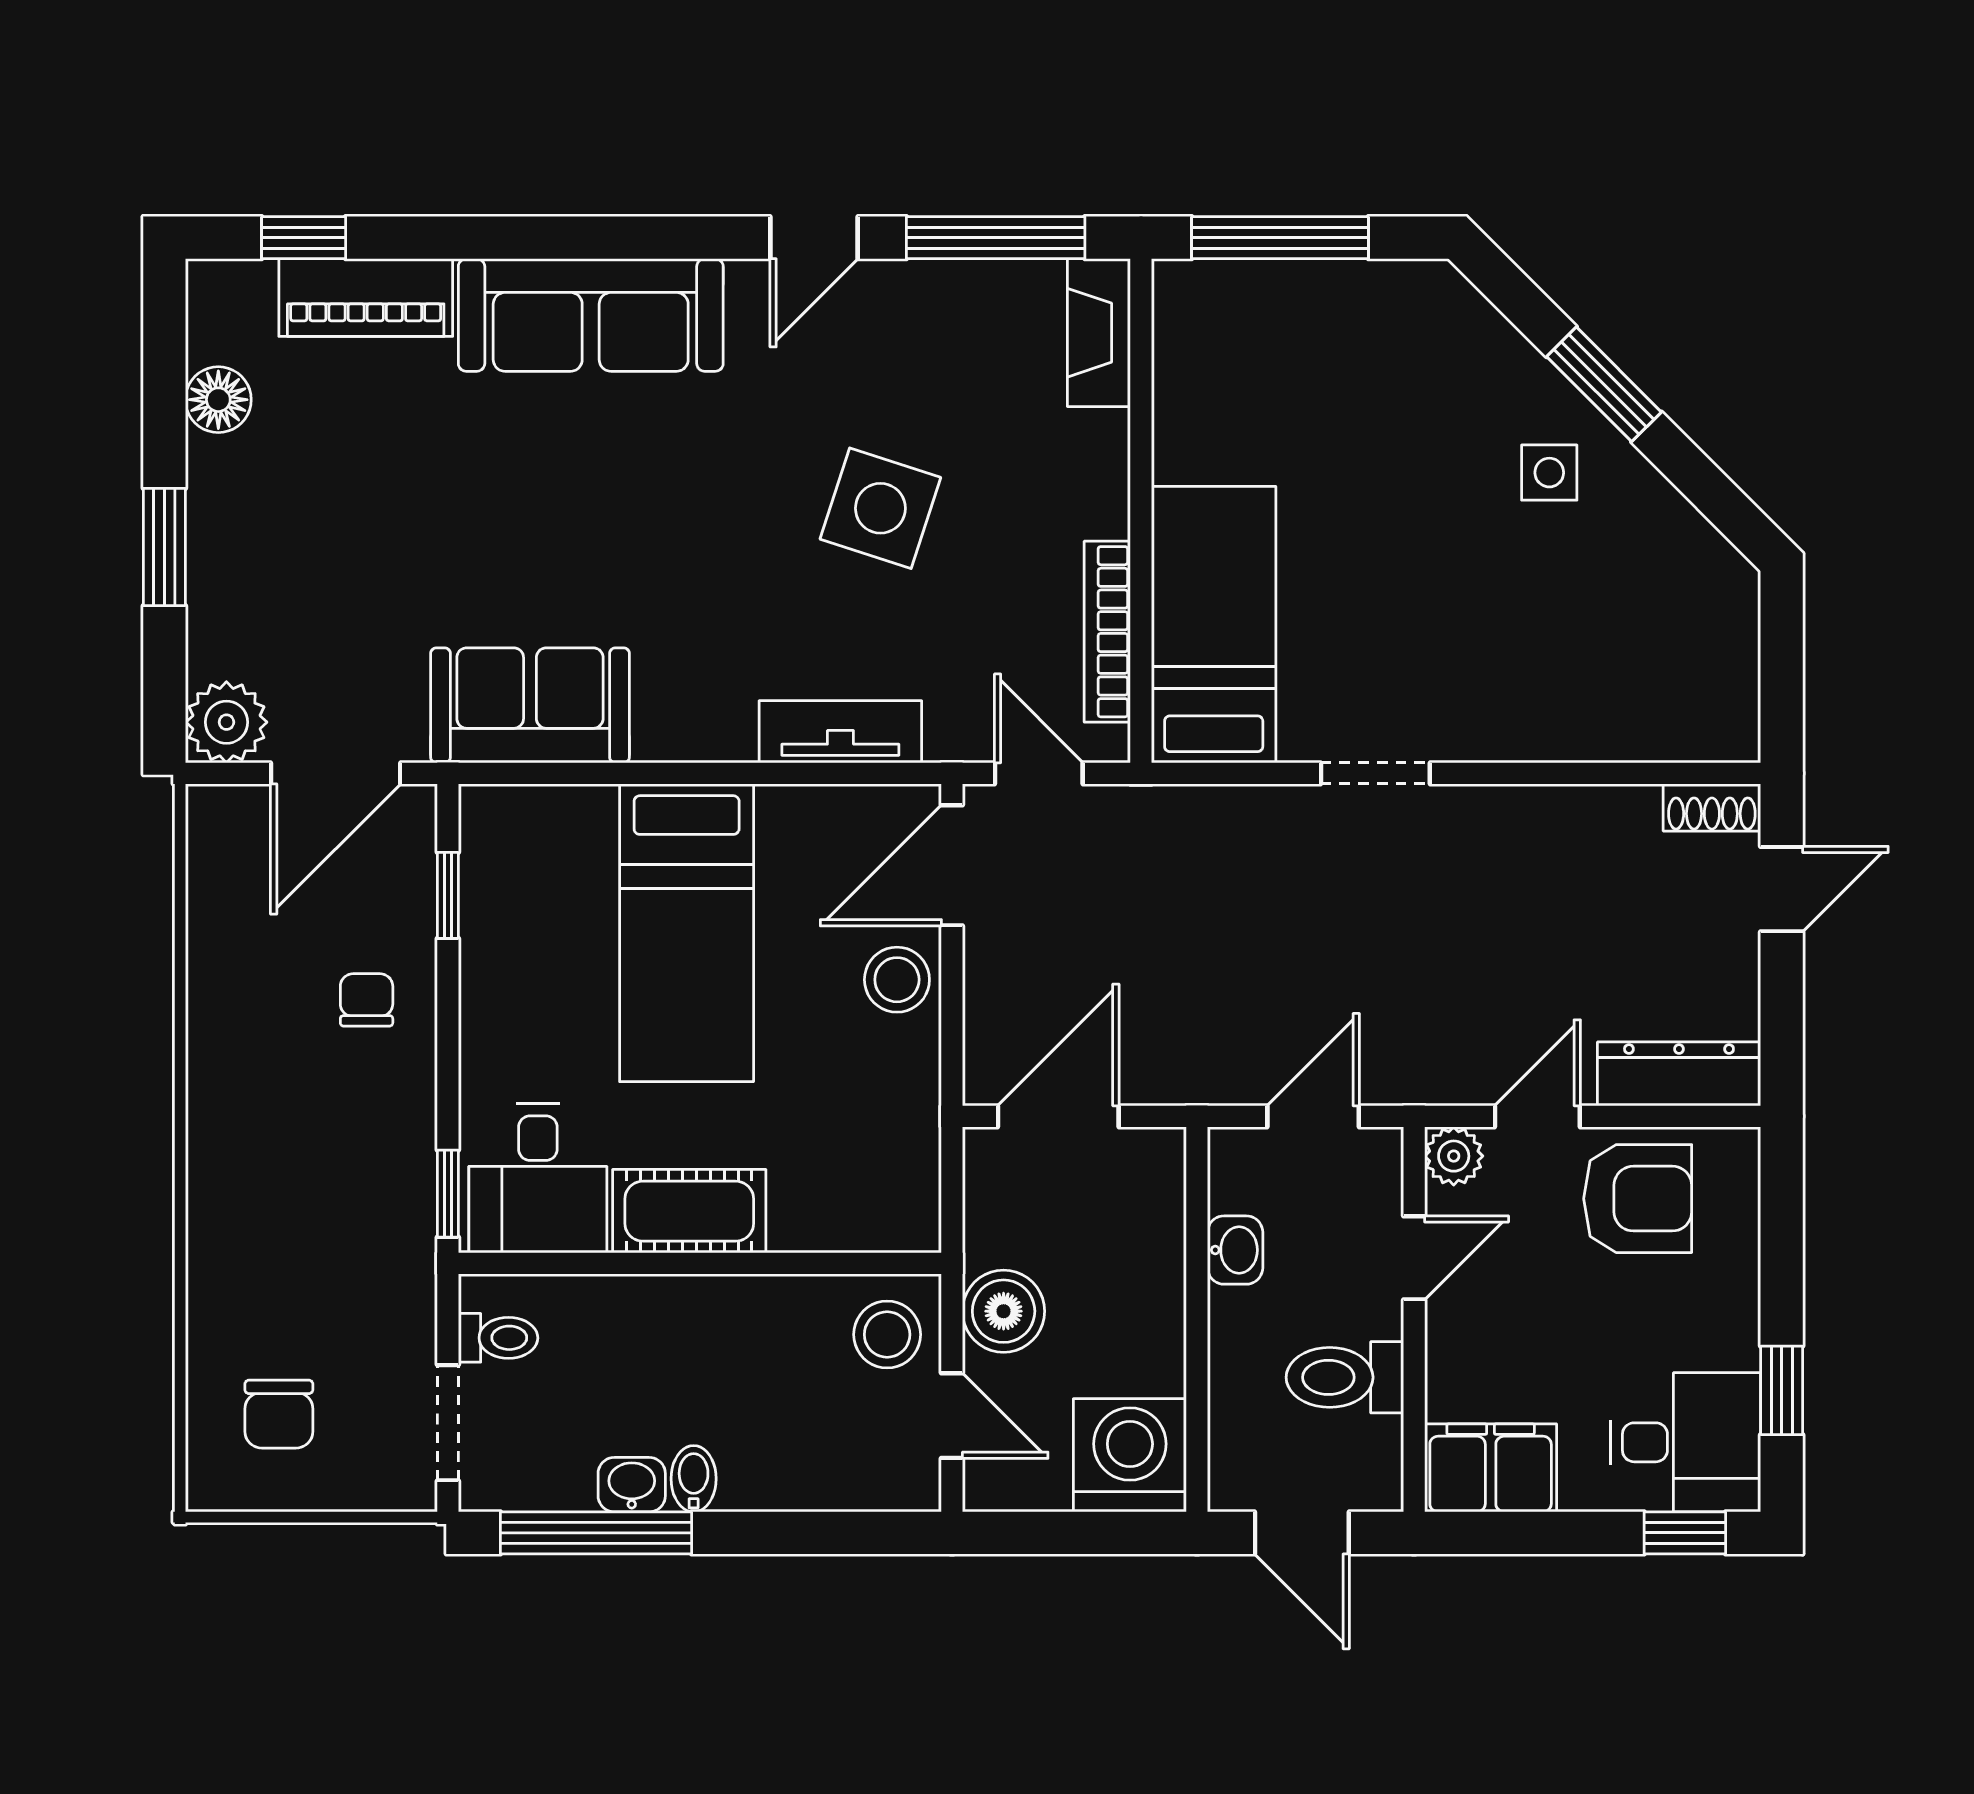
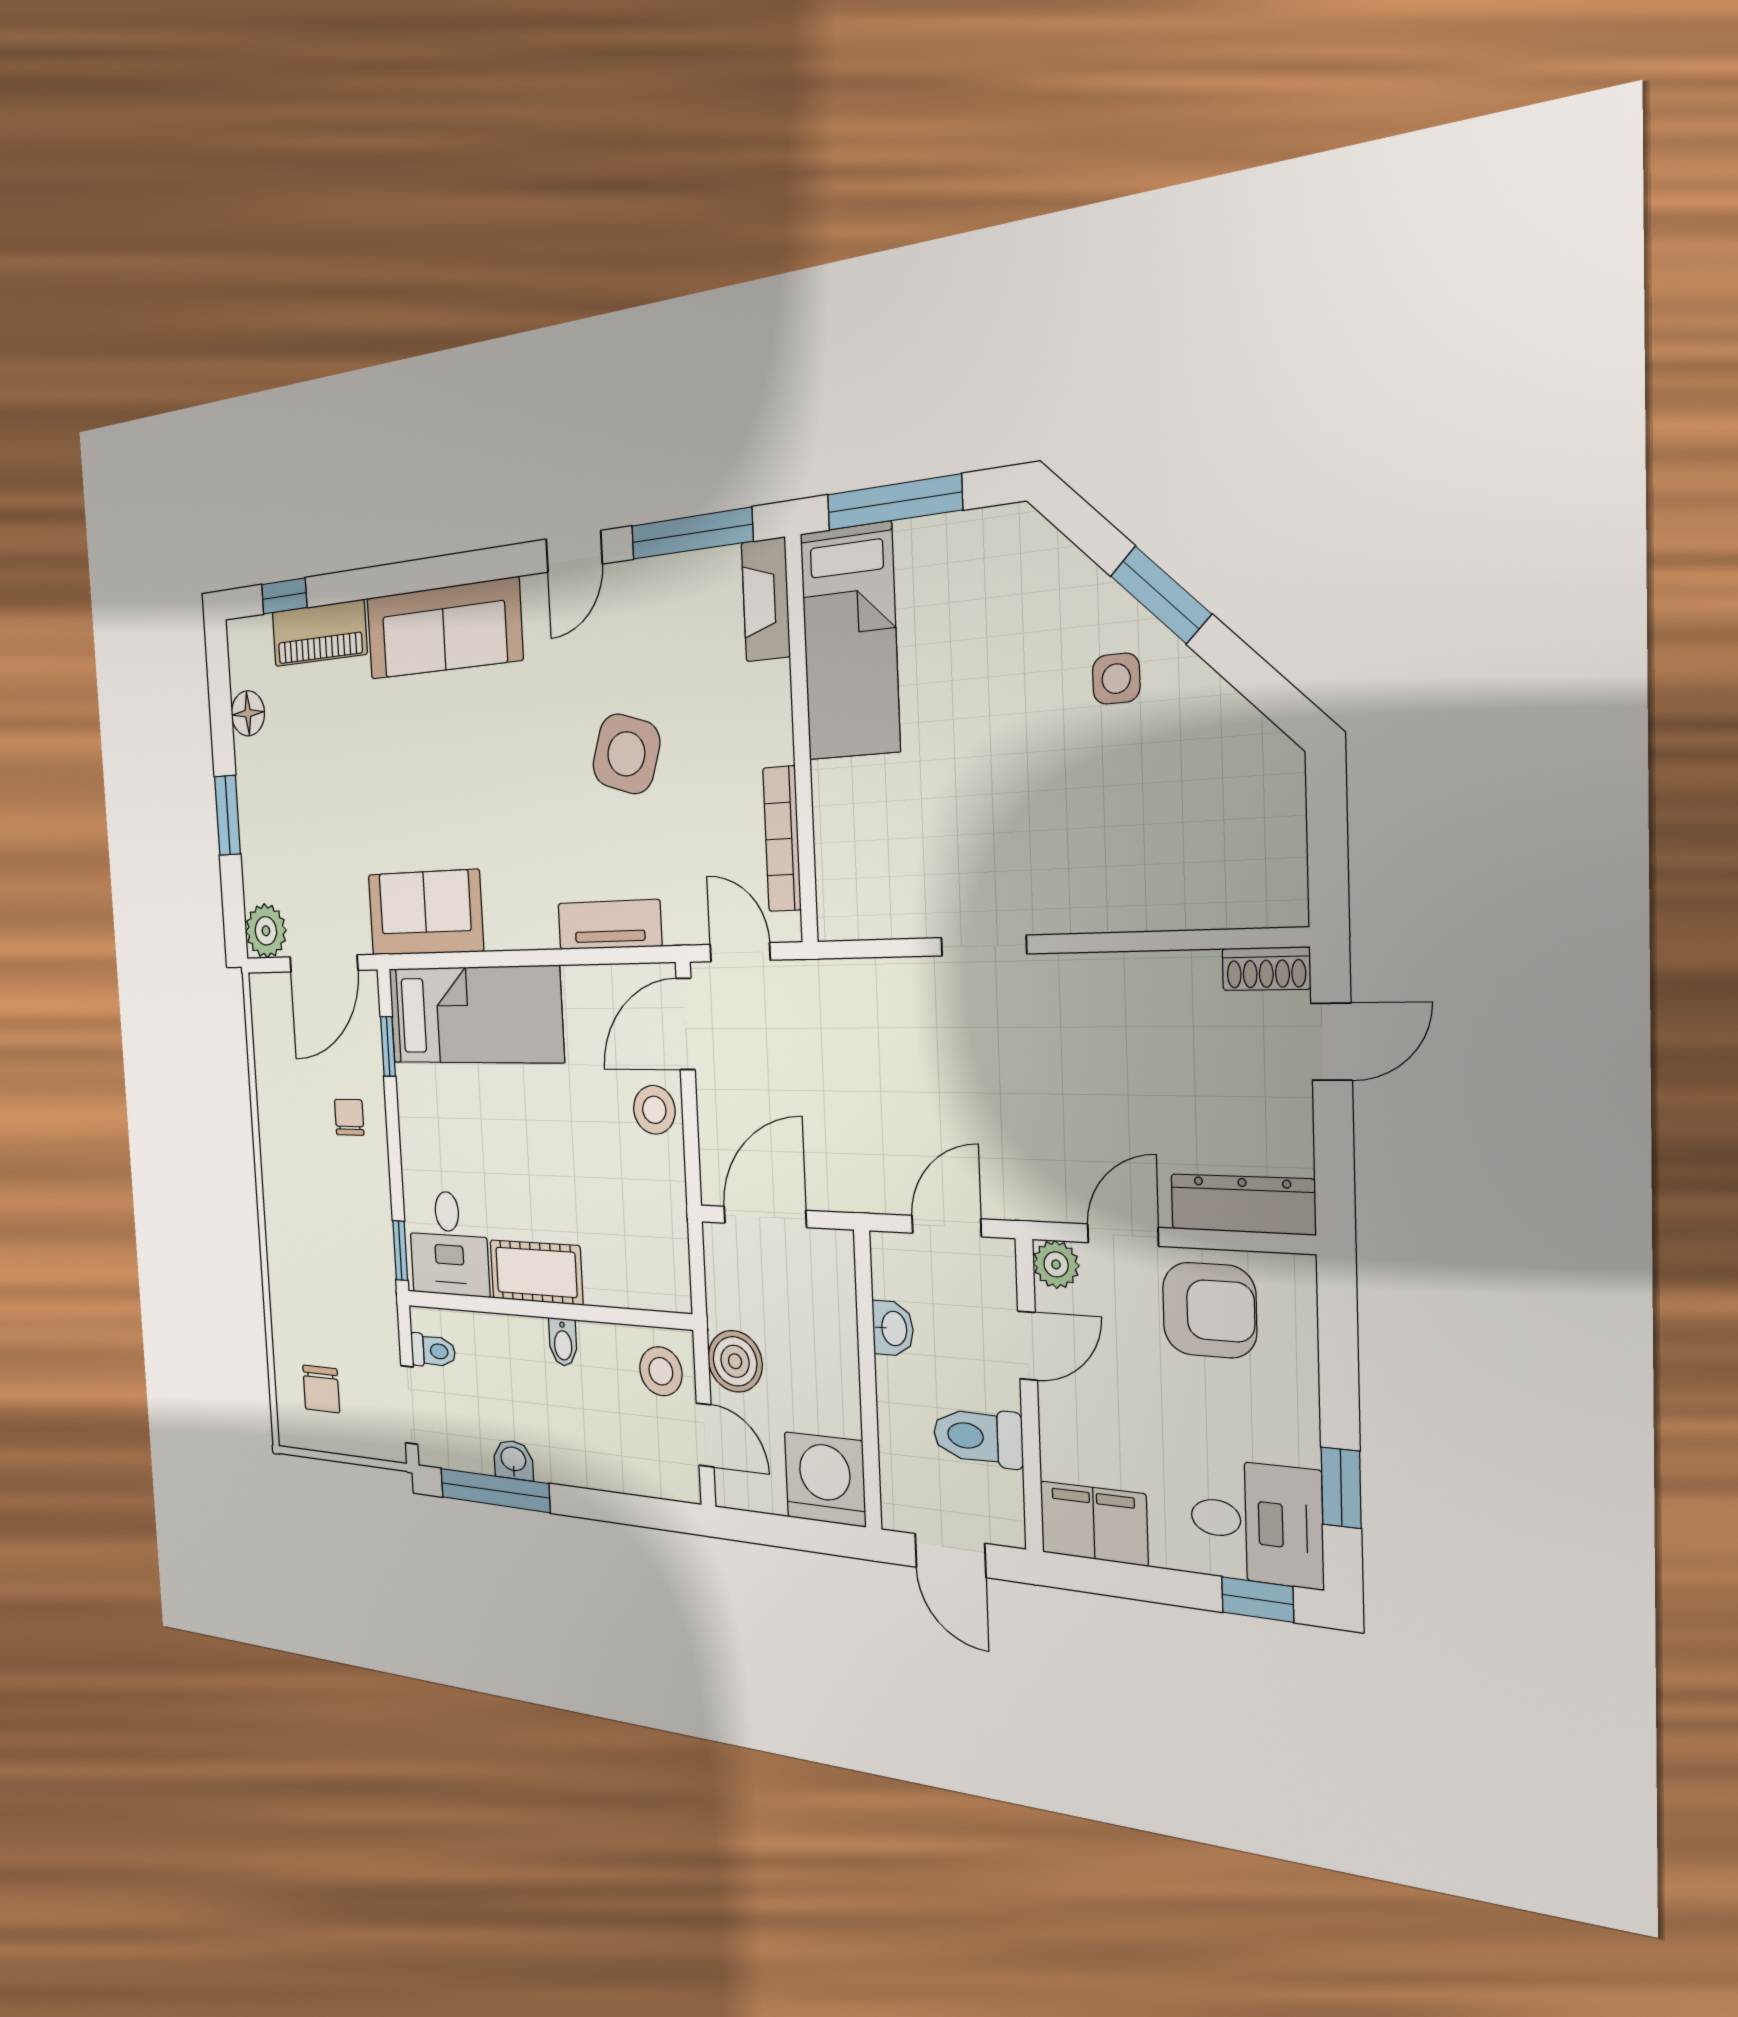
bed: (1214, 625) -> (850, 642), moved, turned 180
bed: (687, 933) -> (475, 1015), moved, turned -90
bidet: (694, 1479) -> (563, 1342), moved, turned 180

